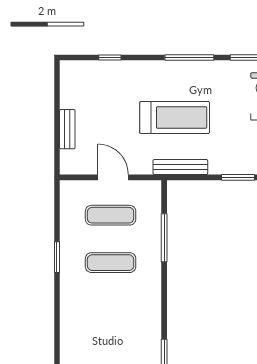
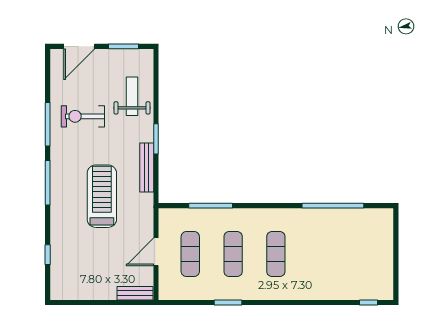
bench: (67, 129) -> (135, 293), moved
bench: (180, 167) -> (147, 167), moved
exercise mat: (111, 310) -> (276, 254), added

